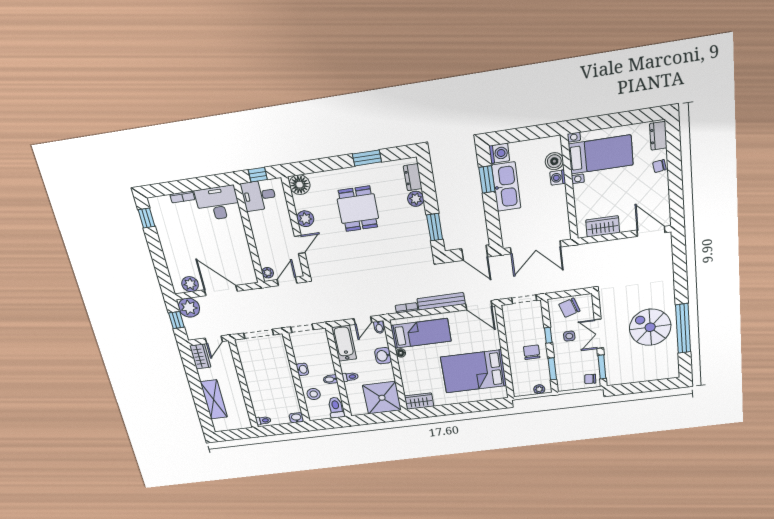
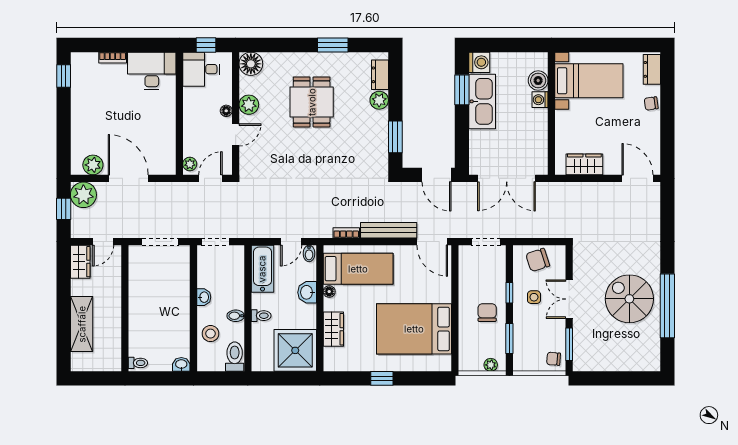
floor lamp: (288, 226) -> (226, 111), added
wardrobe: (419, 401) -> (333, 329), moved, turned 90
window: (454, 409) -> (382, 378), added

